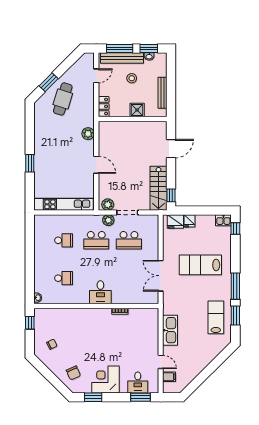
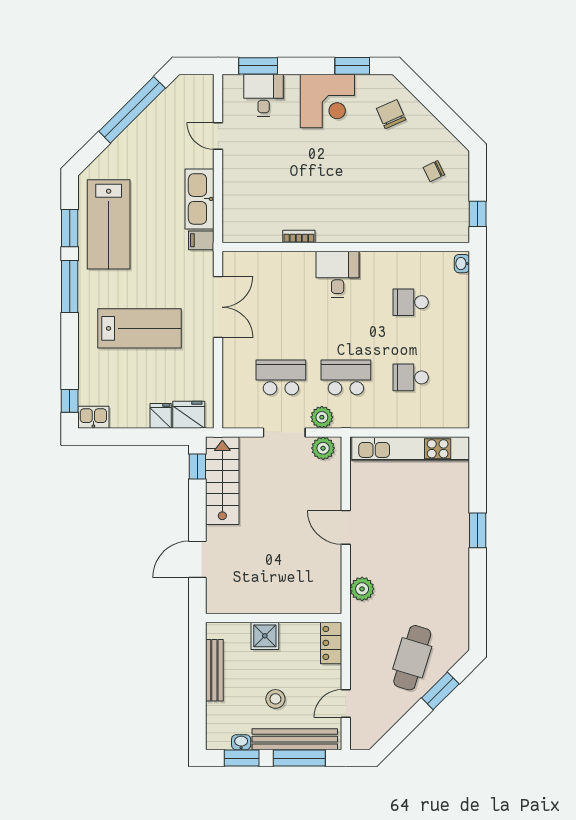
lab bench: (216, 317) -> (109, 224), width x1.36, depth x1.39
window: (204, 375) -> (132, 110), added
filing cabinet: (169, 377) -> (201, 240), moved

